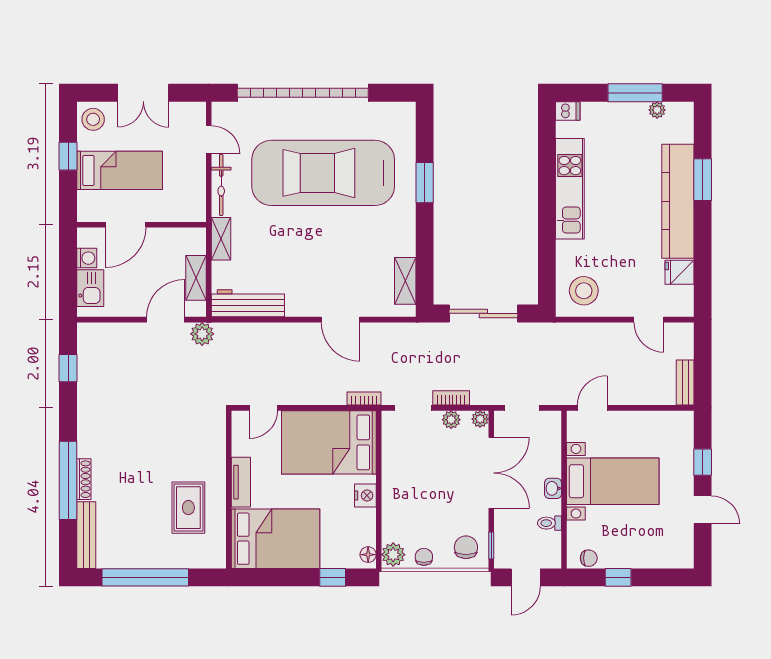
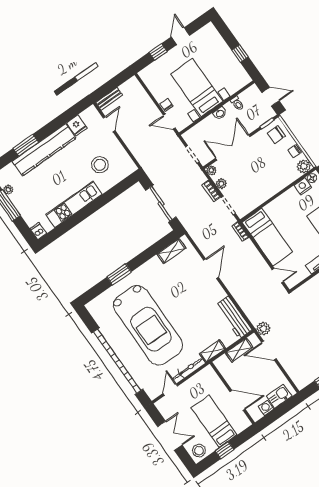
stool: (584, 291) -> (100, 165), moved
bench: (685, 383) -> (109, 99), moved
bed: (329, 442) -> (267, 237), width x0.67
nightstand: (365, 496) -> (303, 186), moved
chair: (589, 558) -> (166, 105), moved

